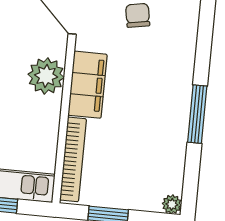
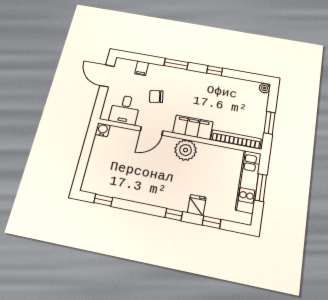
window: (204, 44) -> (176, 64), added
window: (197, 114) -> (215, 71), width x0.46

